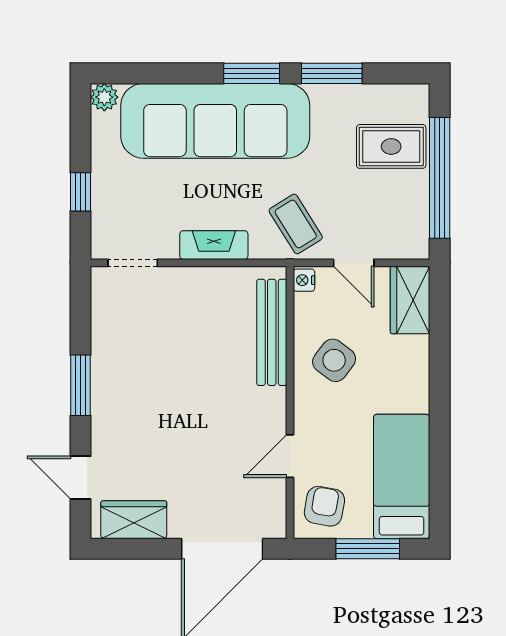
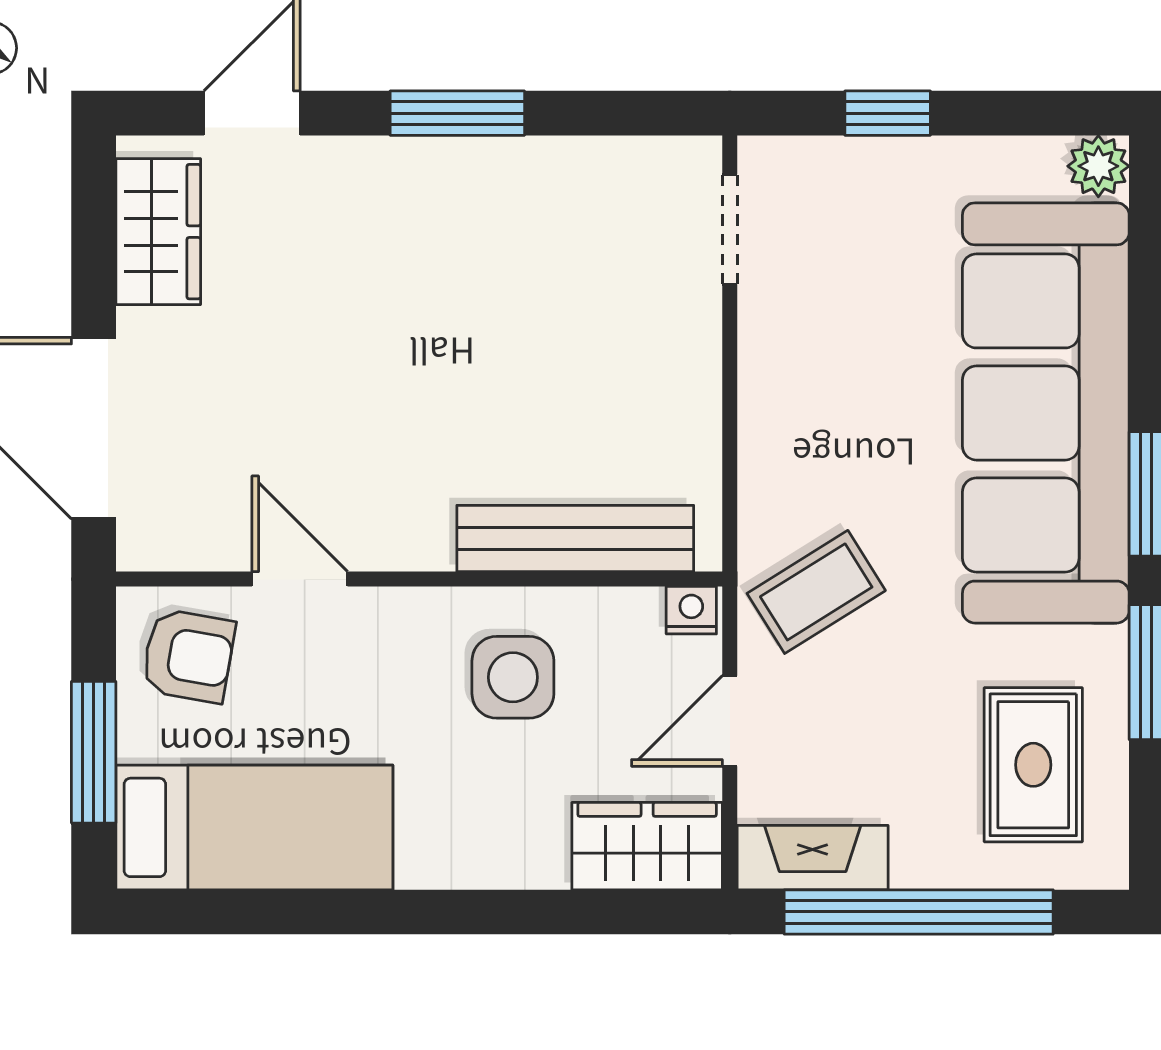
rug: (391, 146) -> (1033, 765), moved
fireplace: (214, 245) -> (813, 858), moved, turned -90
side table: (334, 360) -> (513, 677), turned -37

